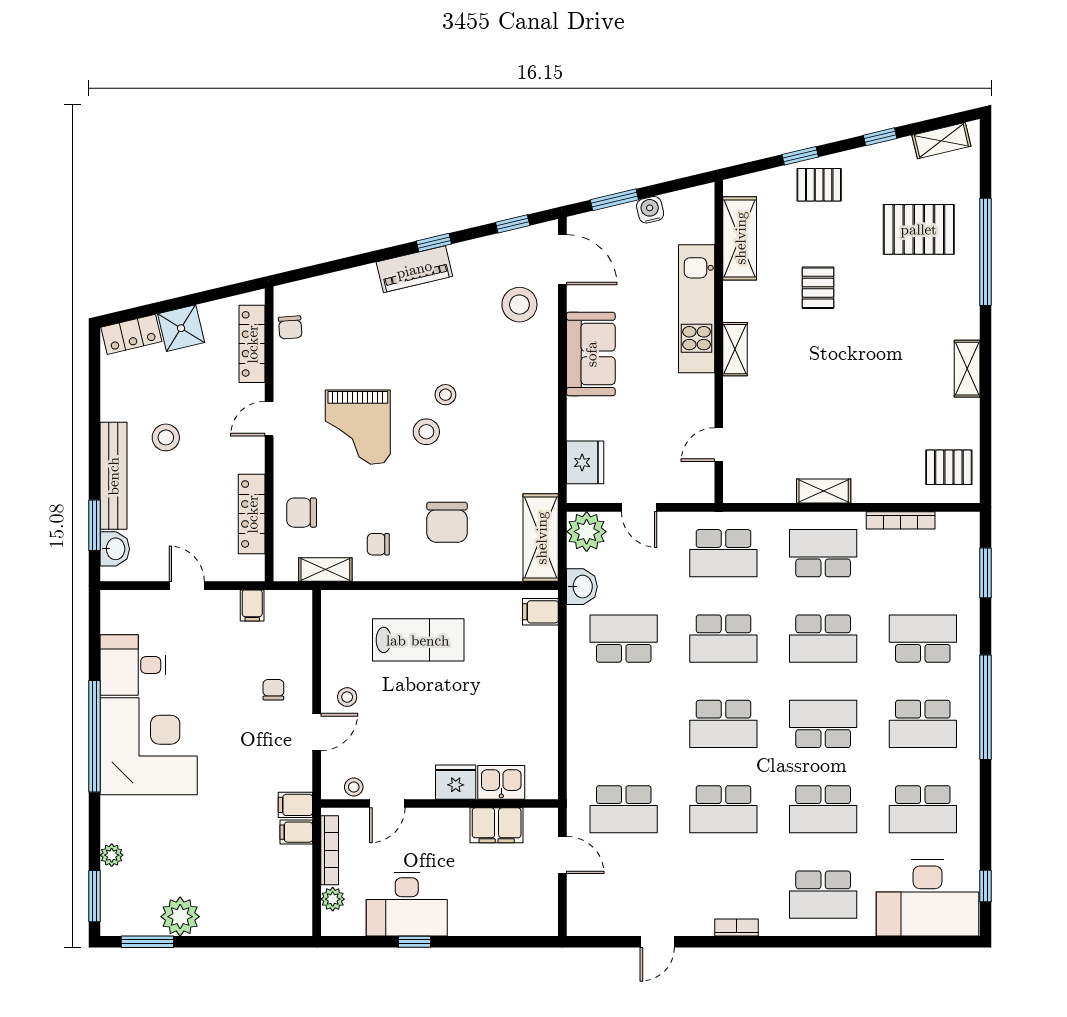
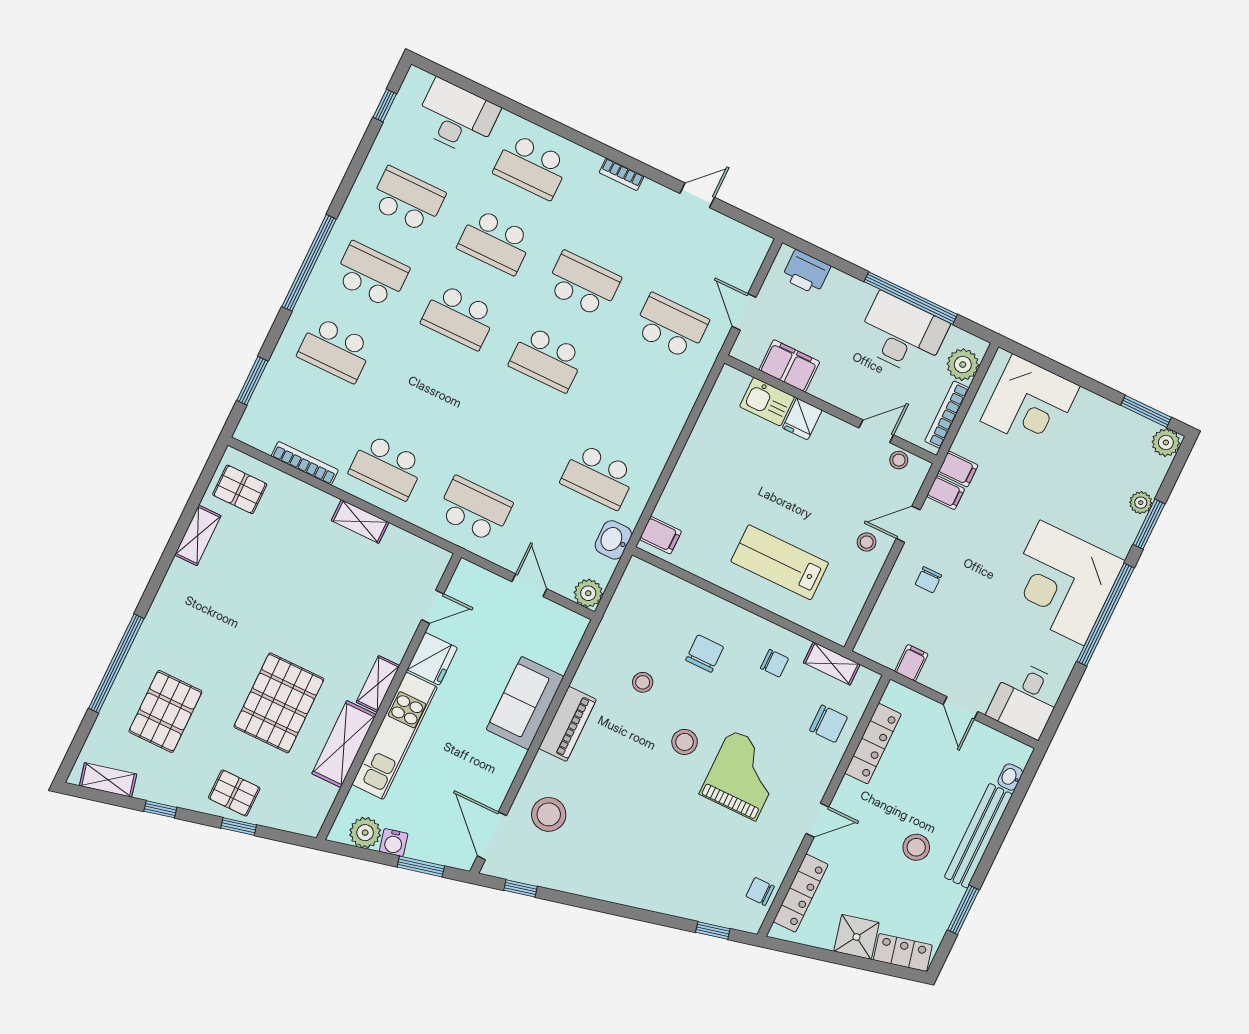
plant: (681, 206) -> (365, 833), added
pallet: (919, 229) -> (165, 711), turned 90
shelving: (740, 238) -> (344, 744), moved
window: (434, 242) -> (713, 931), moved
piano: (414, 269) -> (568, 724), moved, turned 103
pallet: (818, 288) -> (279, 703), width x2.05, depth x2.00
chair: (290, 327) -> (760, 891), turned -86
sofa: (591, 354) -> (525, 703), moved
shelving: (967, 369) -> (198, 535), moved
stool: (445, 395) -> (643, 682), moved
fridge: (585, 462) -> (432, 659), moved, turned 180
chair: (447, 522) -> (705, 654), width x0.73, depth x0.73
window: (95, 525) -> (963, 910), moved
plant: (587, 532) -> (588, 593), width x0.73, depth x0.73
shelving: (541, 538) -> (629, 600), removed
washbasin: (115, 549) -> (1010, 777), width x0.72, depth x0.69
school desk: (723, 639) -> (511, 434), removed
school desk: (823, 639) -> (423, 392), removed
desk: (133, 665) -> (1026, 699), moved, turned 90
school desk: (723, 724) -> (547, 359), turned 180
fridge: (456, 782) -> (802, 419), width x0.72
school desk: (823, 809) -> (495, 242), turned 180
filing cabinet: (296, 832) -> (946, 493), moved
school desk: (823, 895) -> (531, 167), turned 180
window: (95, 896) -> (1149, 524), moved
corner desk: (258, 898) -> (1030, 403), added
desk: (927, 898) -> (457, 117), width x0.73, depth x0.77
plant: (333, 899) -> (963, 365), width x1.38, depth x1.38
plant: (180, 917) -> (1166, 442), moved, width x0.73, depth x0.73
printer: (523, 919) -> (806, 272), added
window: (415, 942) -> (911, 298), width x3.17

